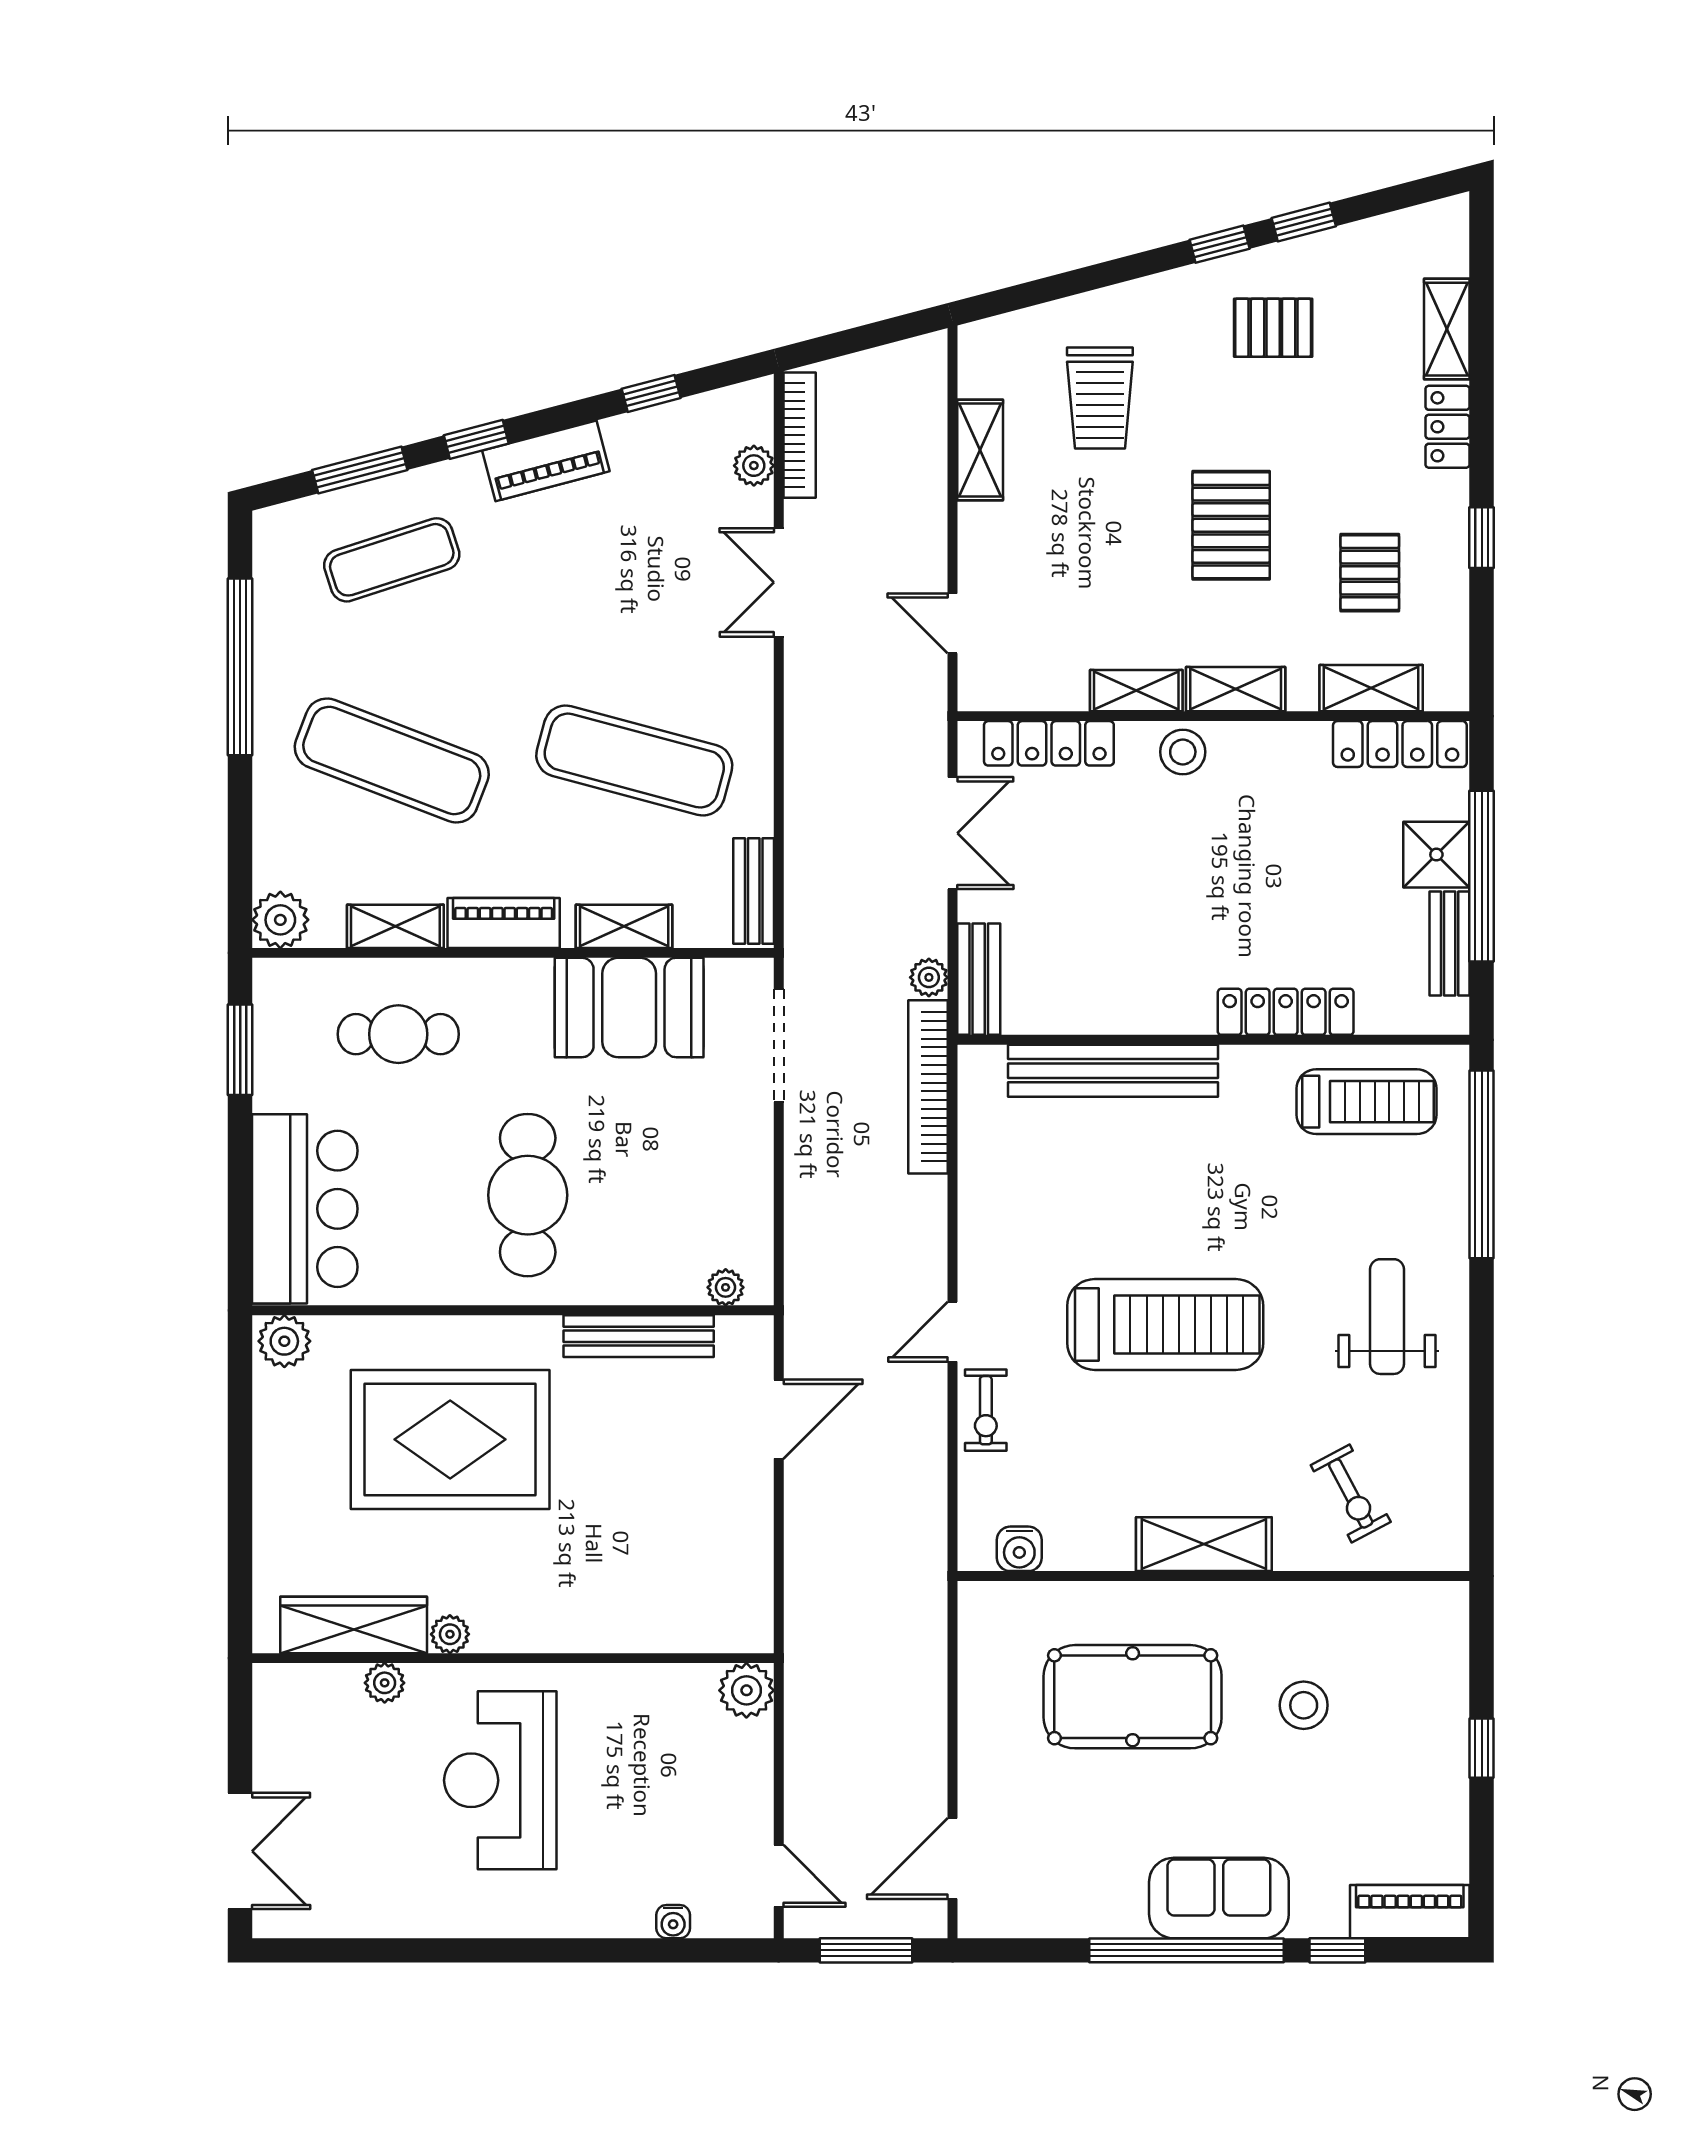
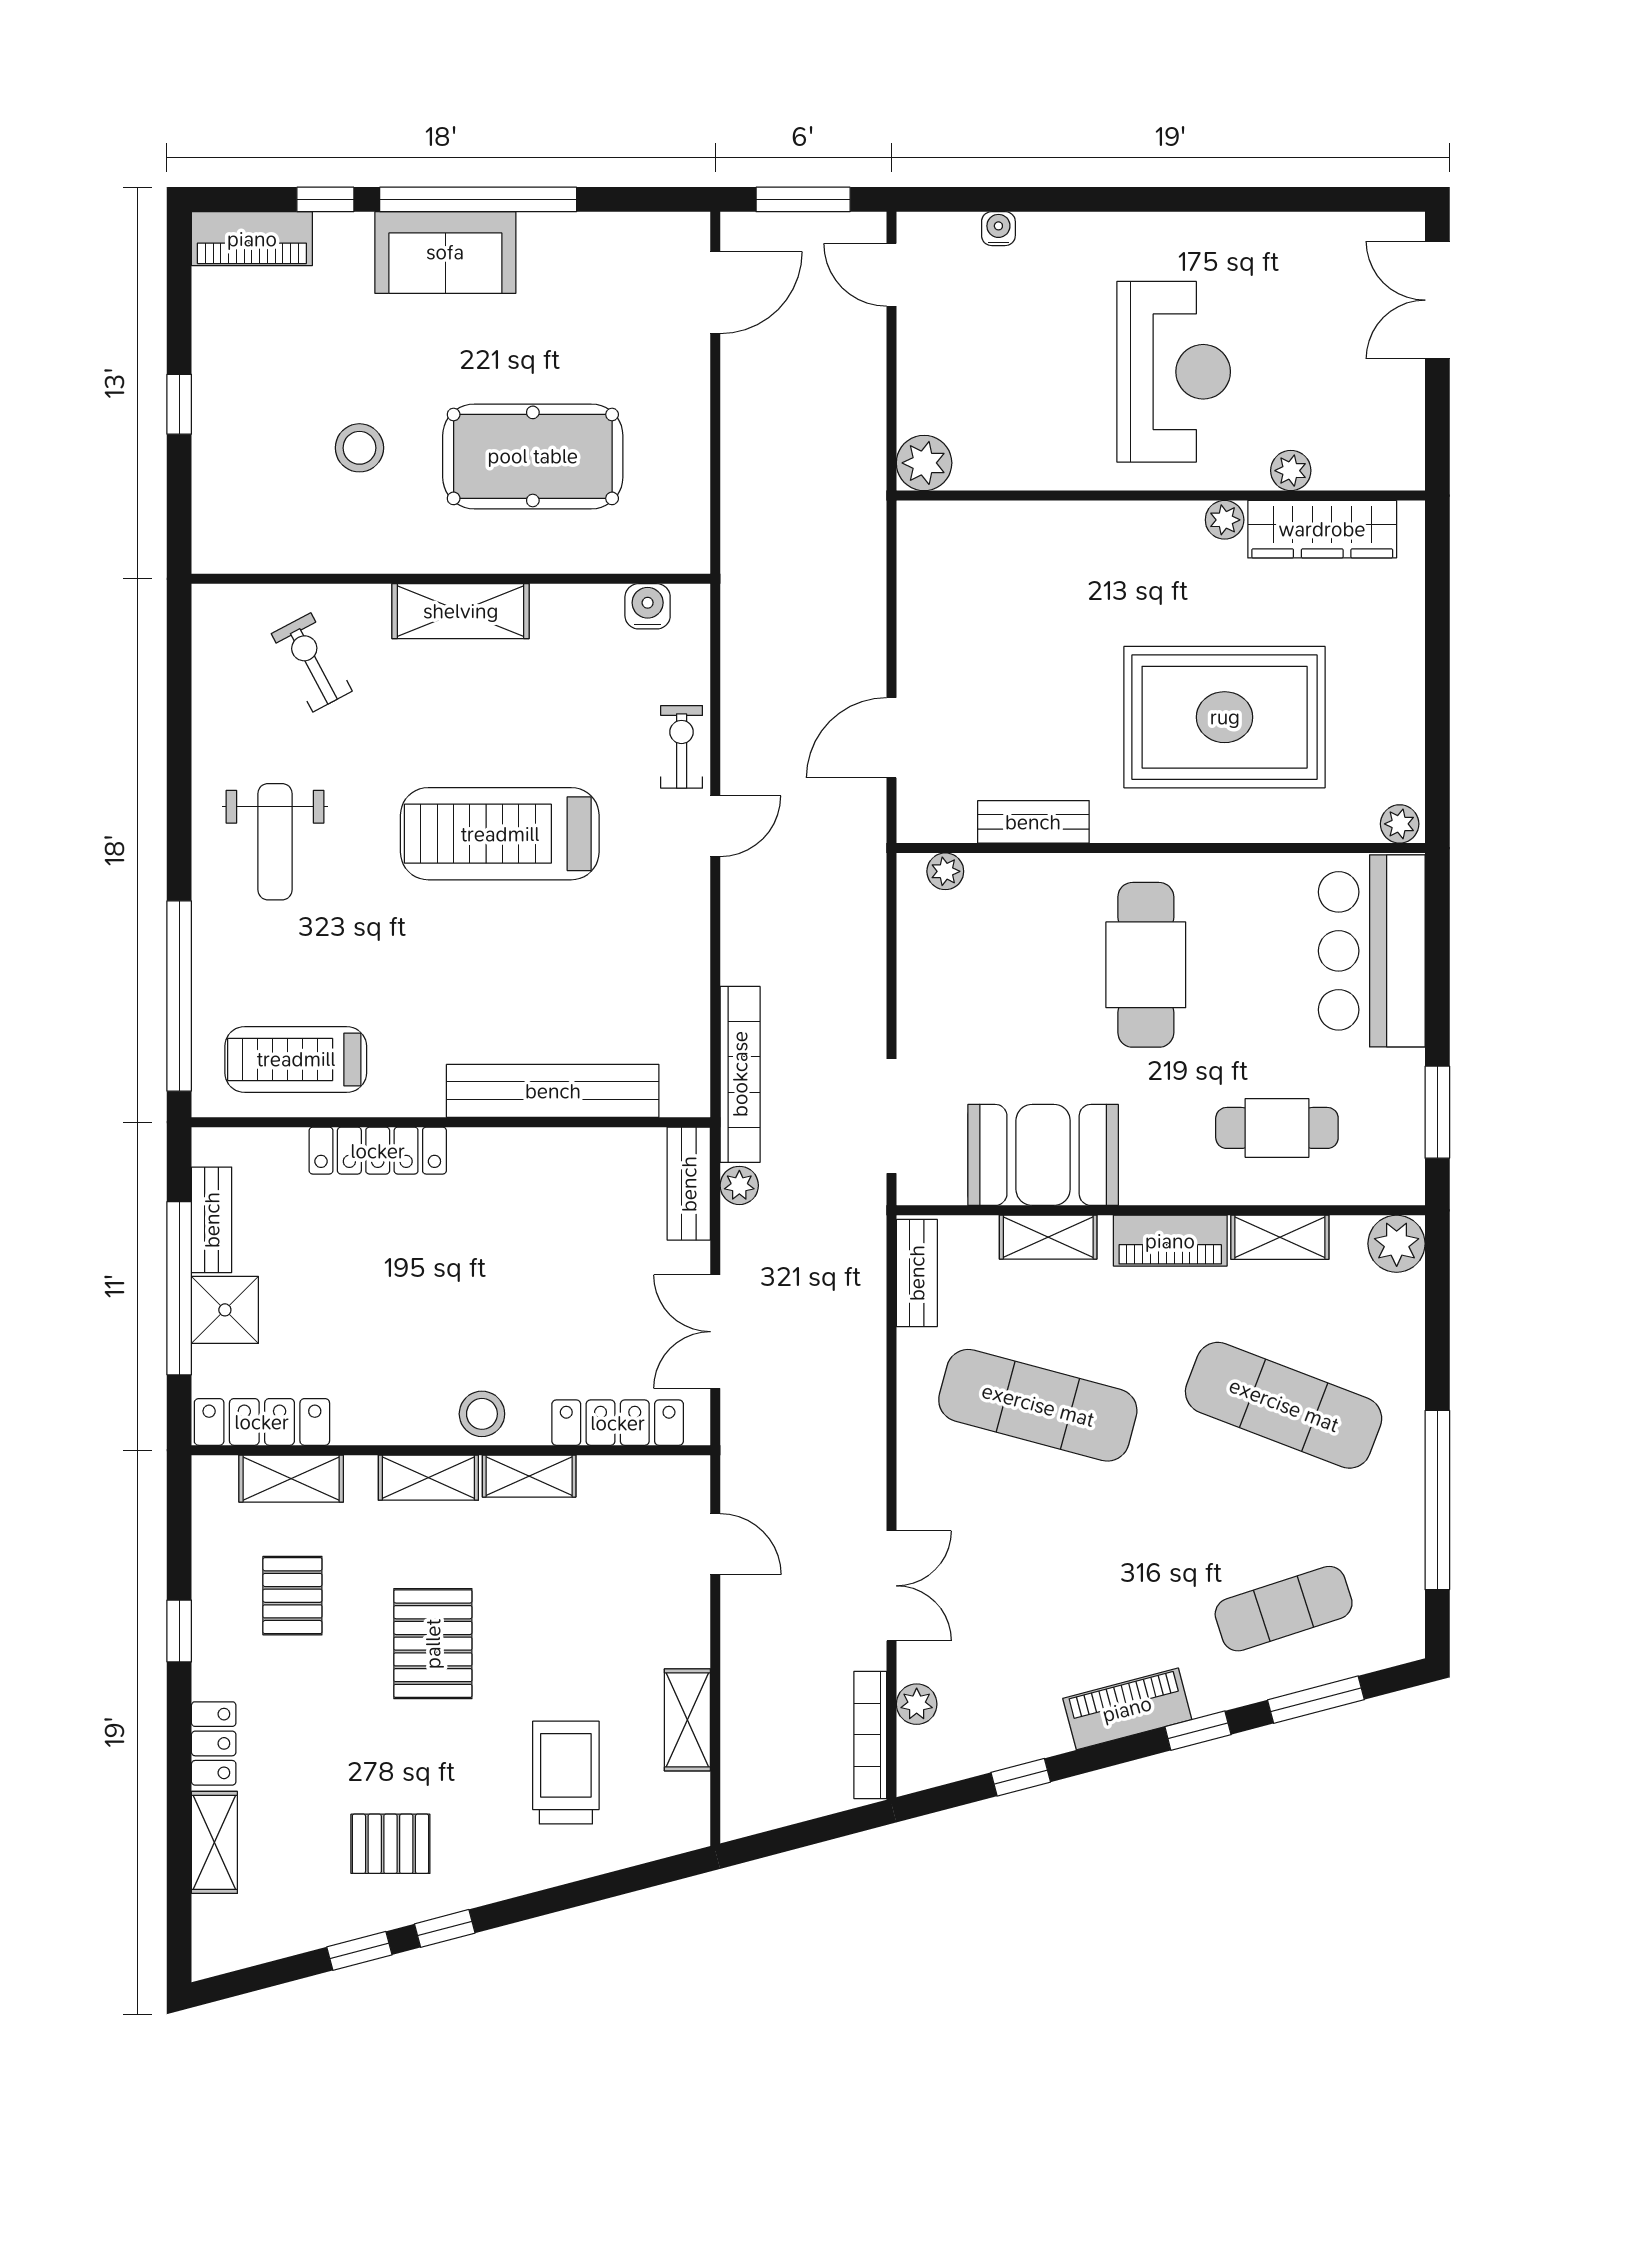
bench: (639, 1336) -> (1033, 822), width x0.73
plant: (284, 1341) -> (1400, 824), width x0.73, depth x0.73

